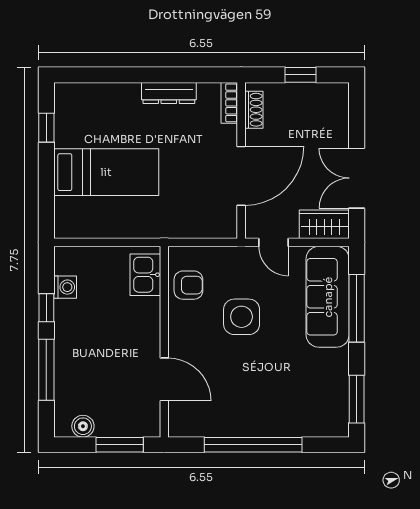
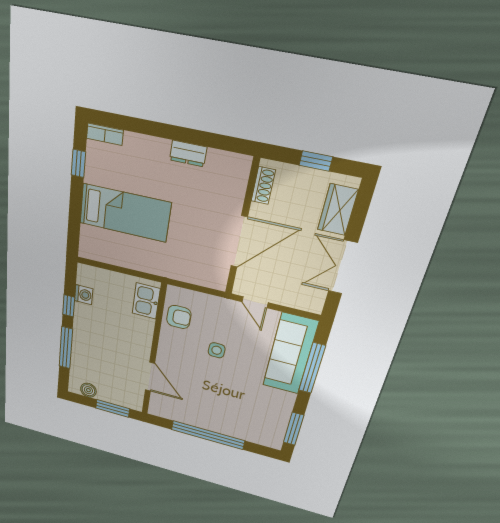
dresser: (169, 93) -> (188, 154), width x0.70
bookcase: (229, 103) -> (105, 134), moved, turned -90
wardrobe: (324, 224) -> (338, 210), moved, turned -90
side table: (242, 317) -> (217, 350), width x0.54, depth x0.54

